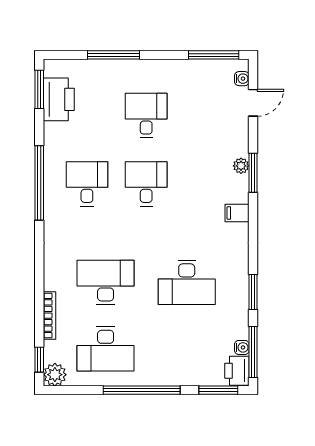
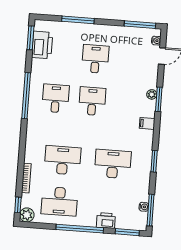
desk: (187, 282) -> (113, 164), turned 180
window: (253, 292) -> (154, 161), moved
printer: (237, 371) -> (106, 221), moved, turned 90

